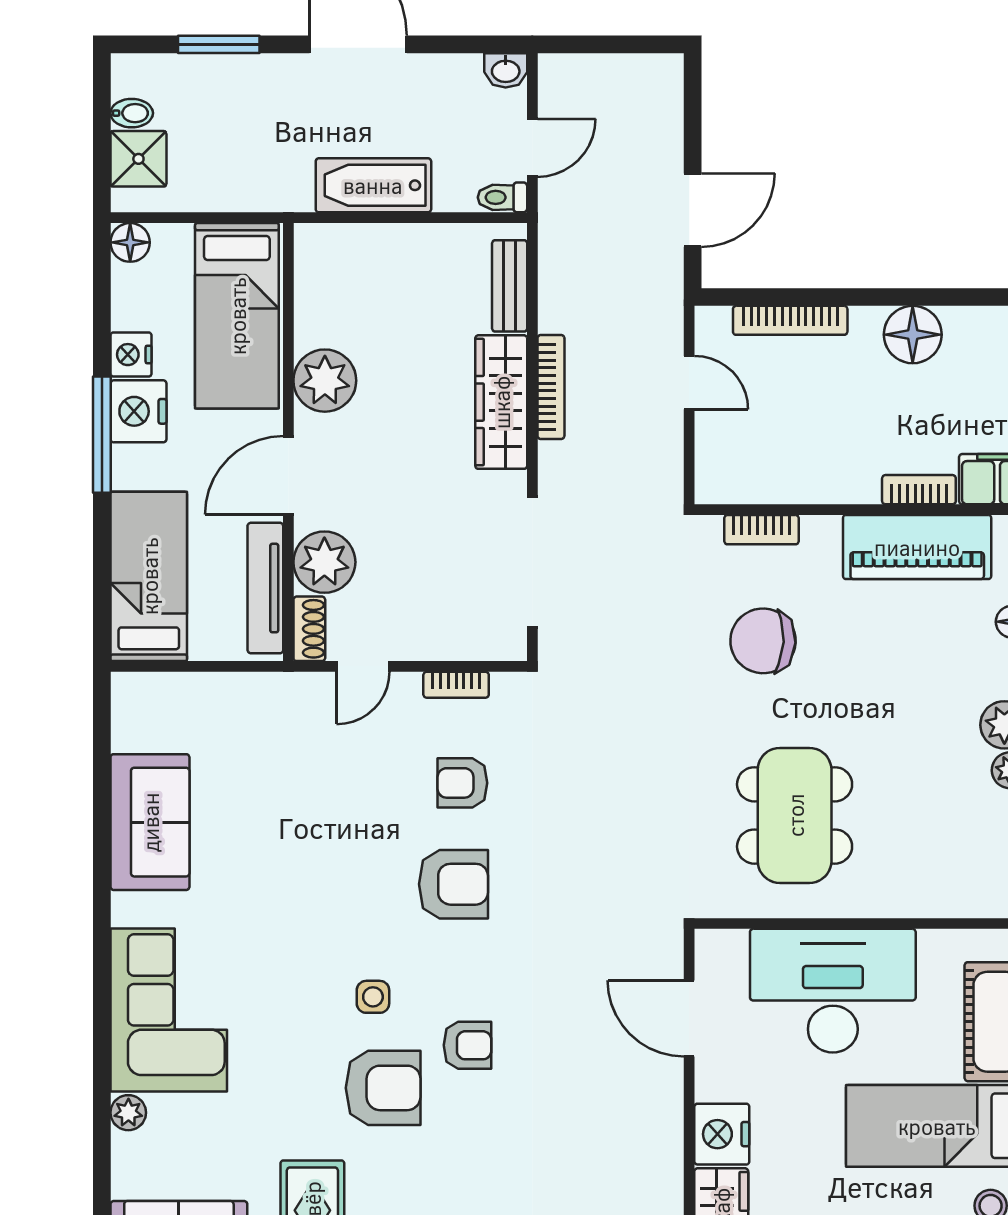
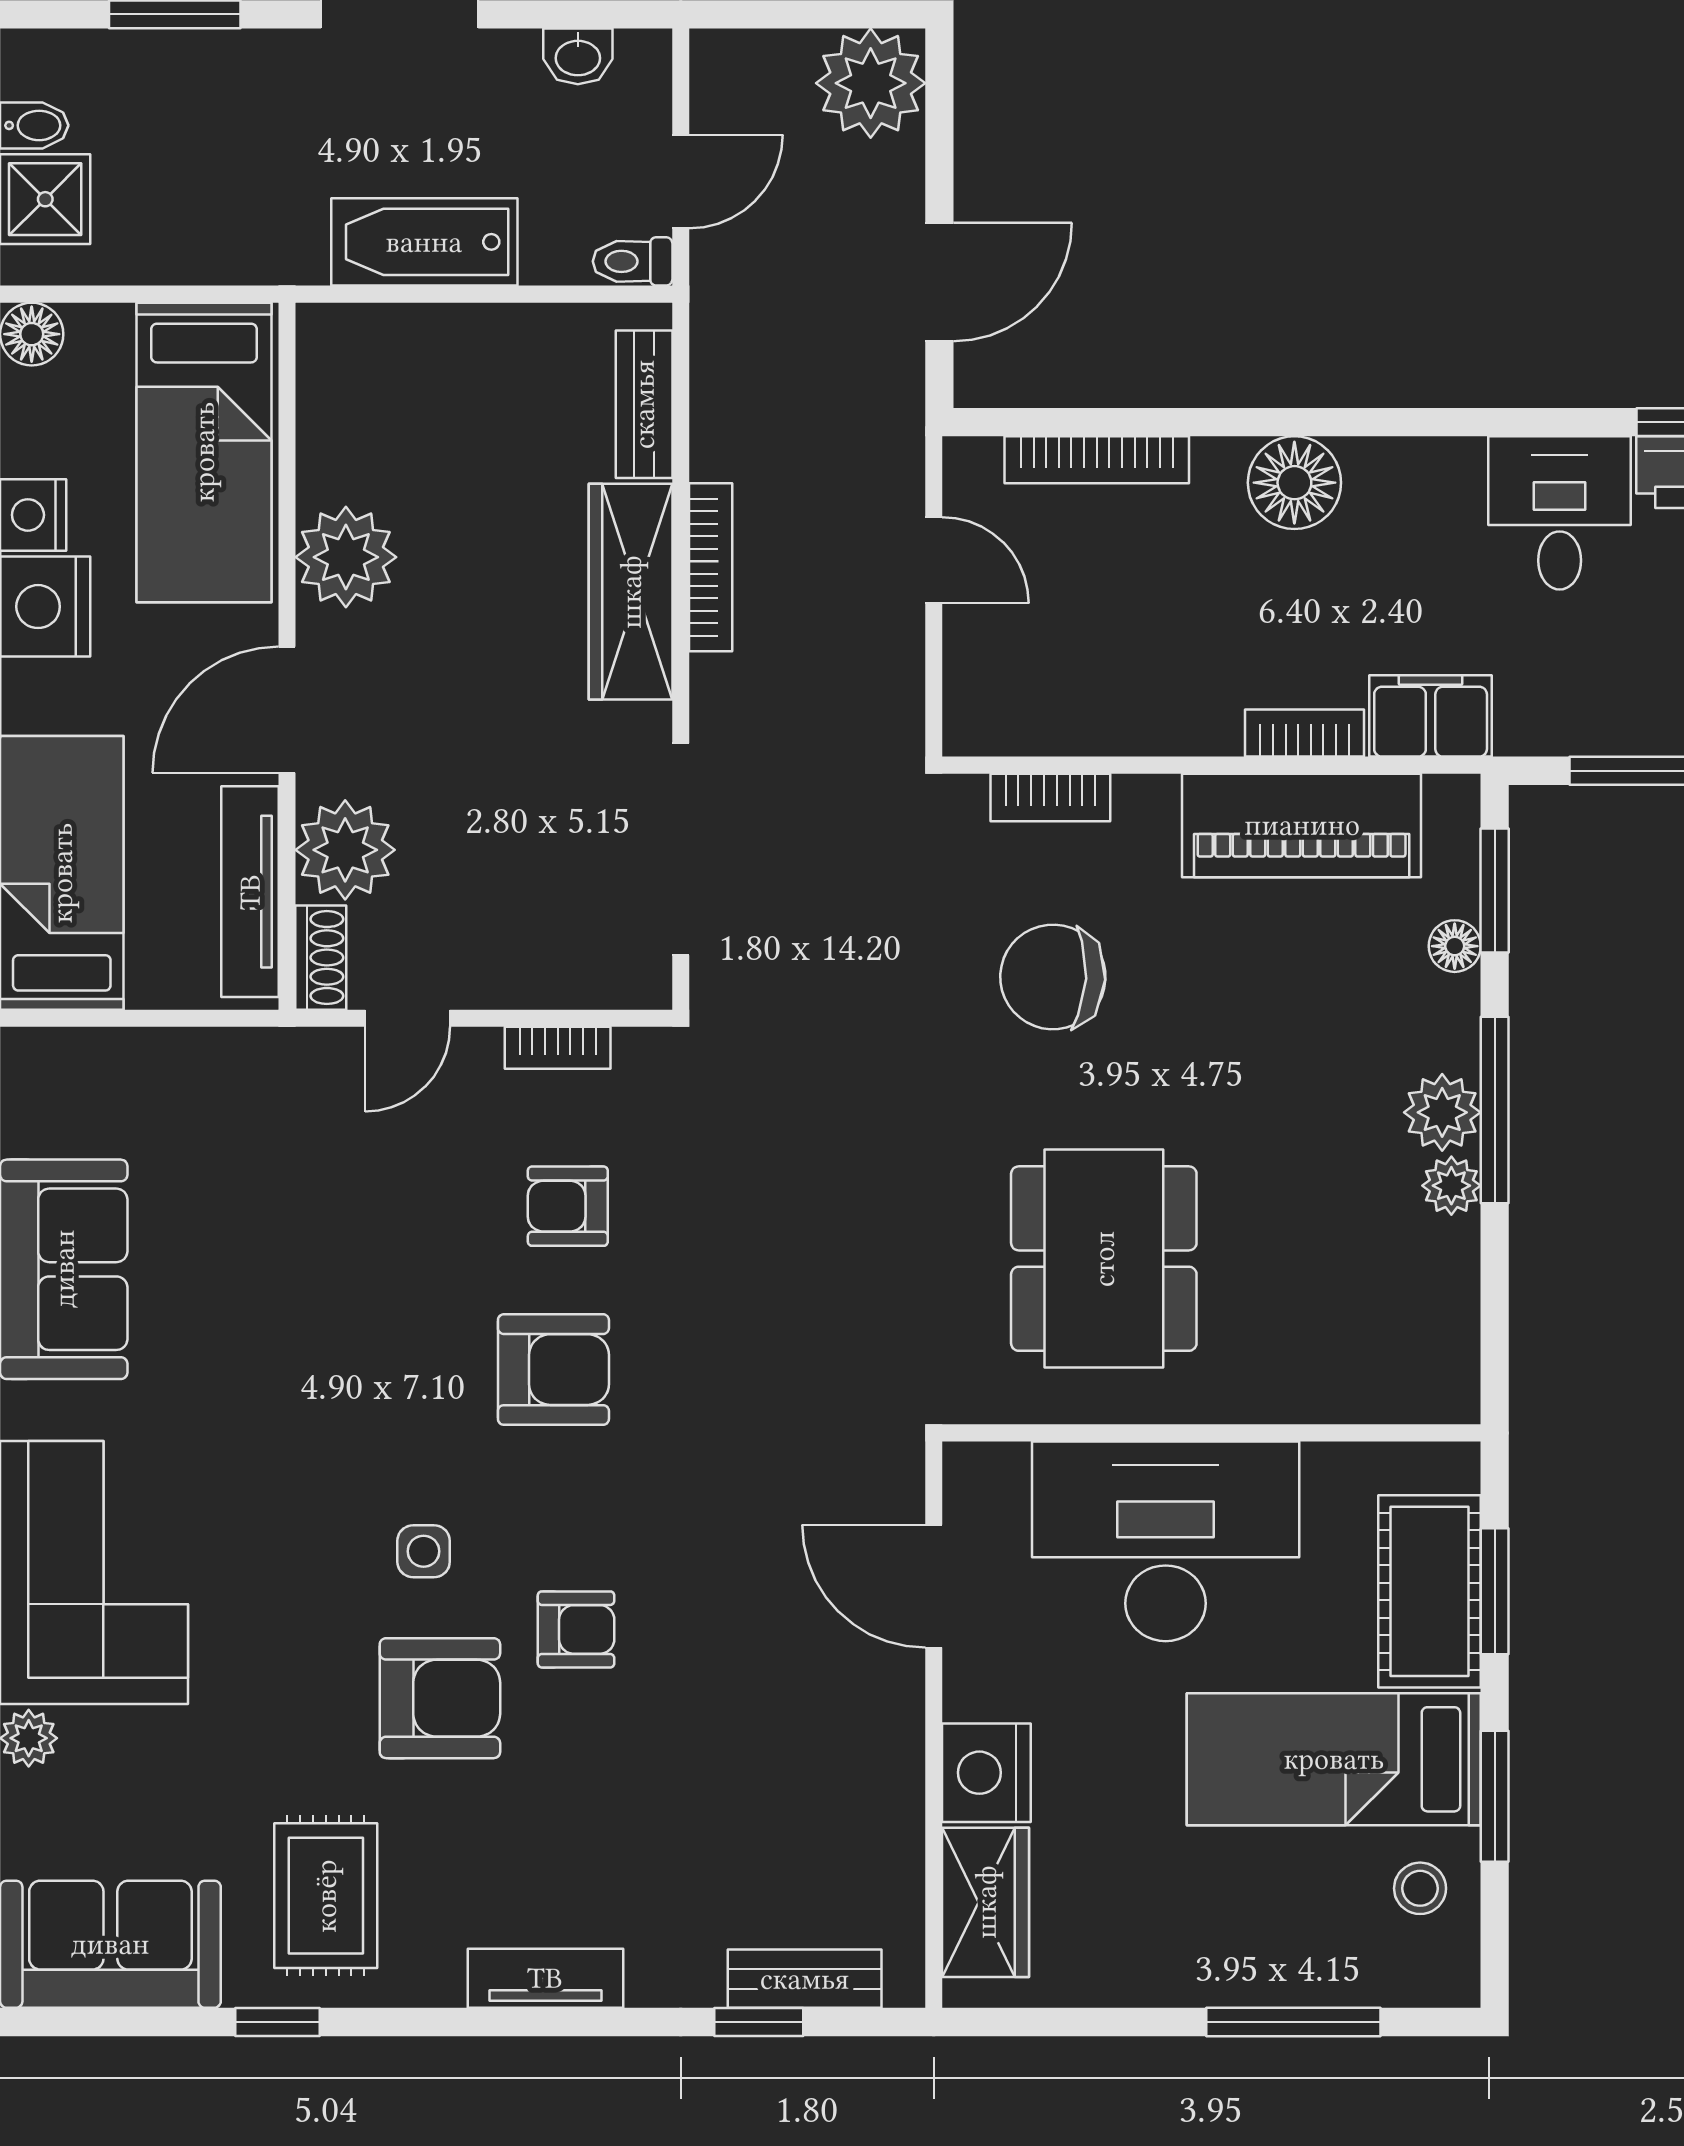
washbasin: (506, 70) -> (578, 56), moved
plant: (650, 87) -> (871, 83), added

